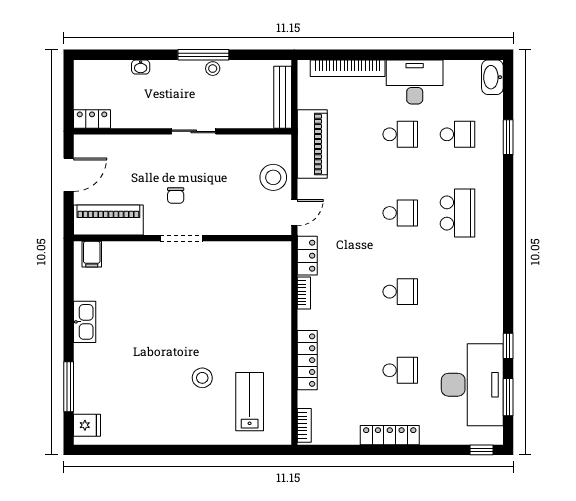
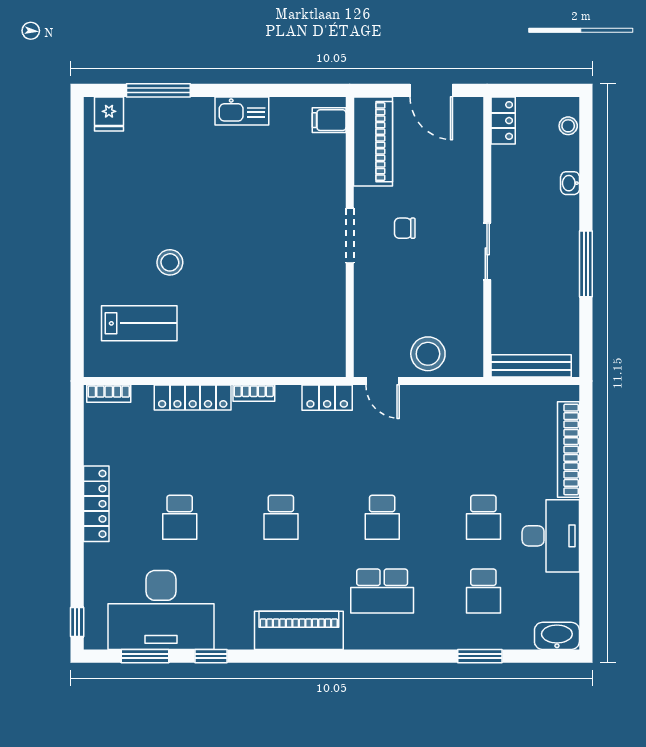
stool: (213, 69) -> (568, 126), moved
piano: (312, 144) -> (299, 630), moved, turned 180
bookcase: (304, 293) -> (254, 393), moved

